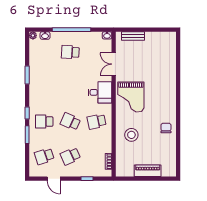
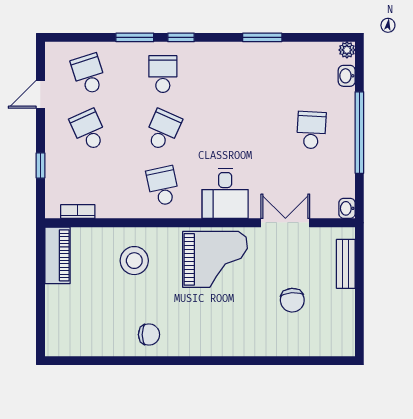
chair: (150, 61) -> (292, 300), added
grand piano: (131, 97) -> (215, 259), turned 180
piano: (148, 171) -> (57, 255), moved

